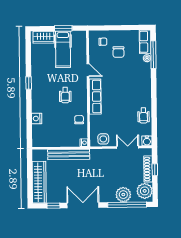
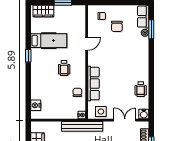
hospital bed: (63, 49) -> (49, 41), moved, turned -90
window: (153, 55) -> (151, 29), width x0.69
door: (88, 70) -> (87, 44), hinge flipped
row of seats: (95, 97) -> (93, 84), moved
nightstand: (37, 119) -> (36, 105), moved
bench: (69, 154) -> (82, 126), moved

